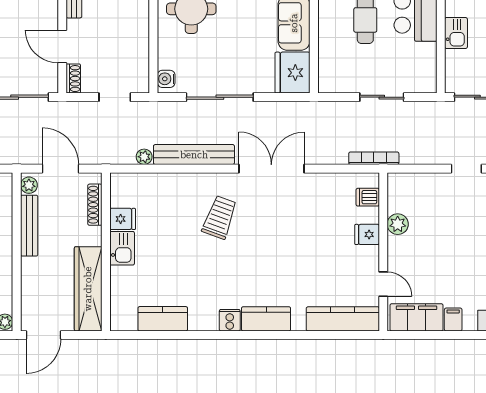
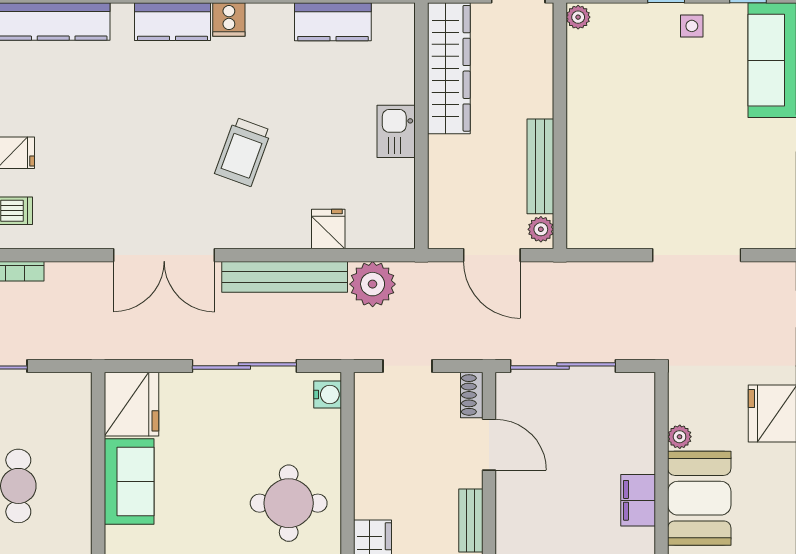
plant: (144, 157) -> (373, 284), width x1.88, depth x1.88
shoe rack: (95, 205) -> (438, 199), removed
trolley: (220, 217) -> (243, 152), moved
fridge: (123, 219) -> (328, 229), moved, turned 90

